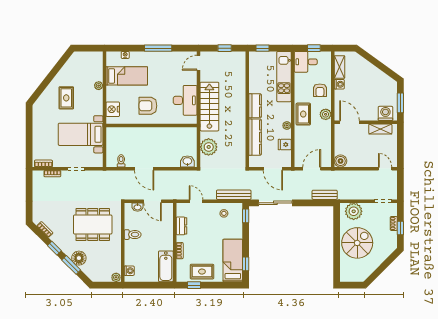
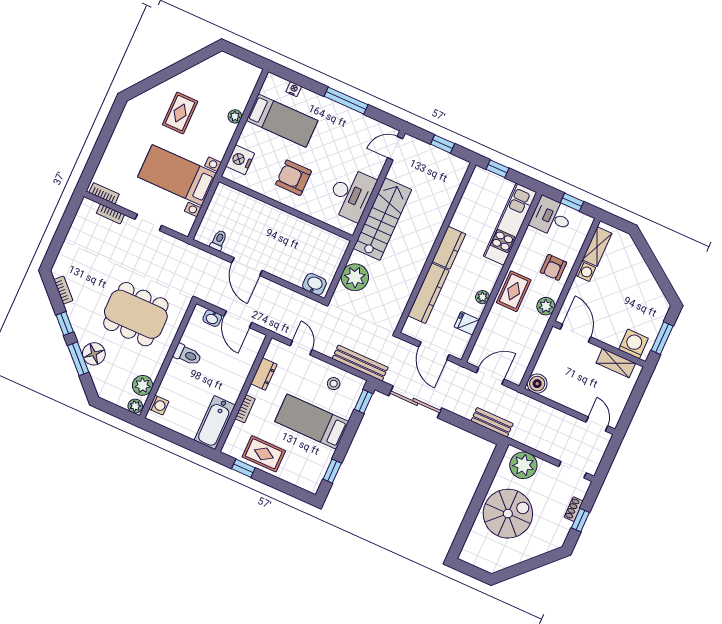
bed: (233, 261) -> (312, 422), moved, turned -90
plant: (115, 264) -> (143, 385), added

